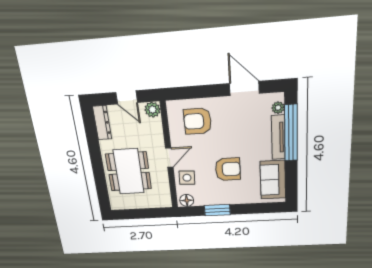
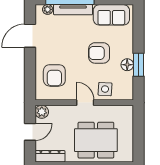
armchair: (228, 169) -> (99, 53), turned -90
floor lamp: (187, 200) -> (127, 65), moved

